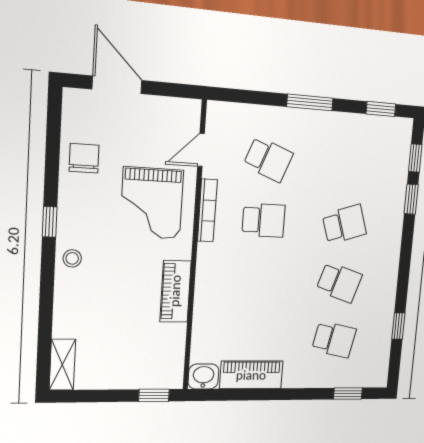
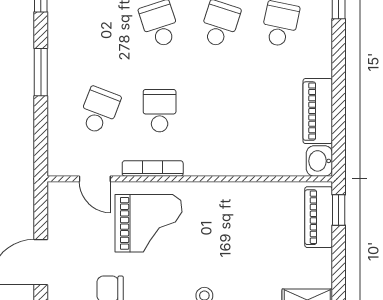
piano: (175, 291) -> (319, 217), moved, turned 90

